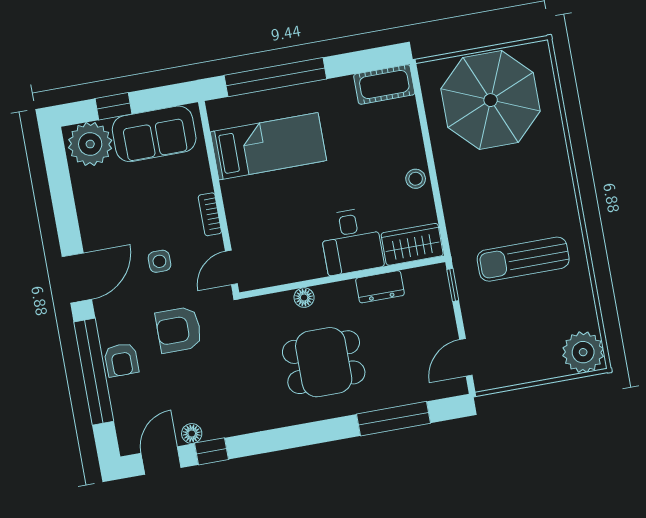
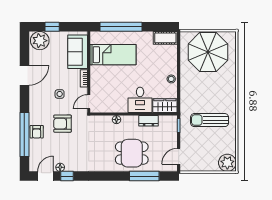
sofa: (154, 134) -> (78, 52), moved, turned 90
door: (77, 278) -> (24, 75), moved
dining table: (324, 362) -> (132, 153), moved

